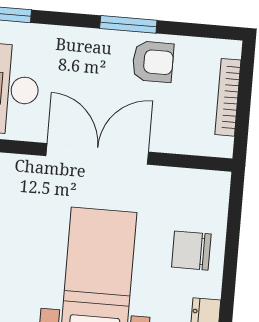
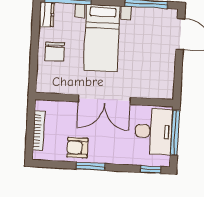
chair: (191, 251) -> (55, 52), turned 90

